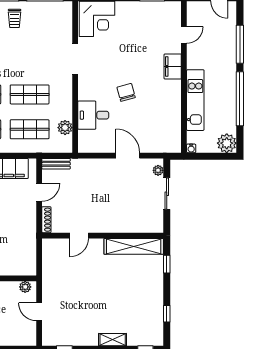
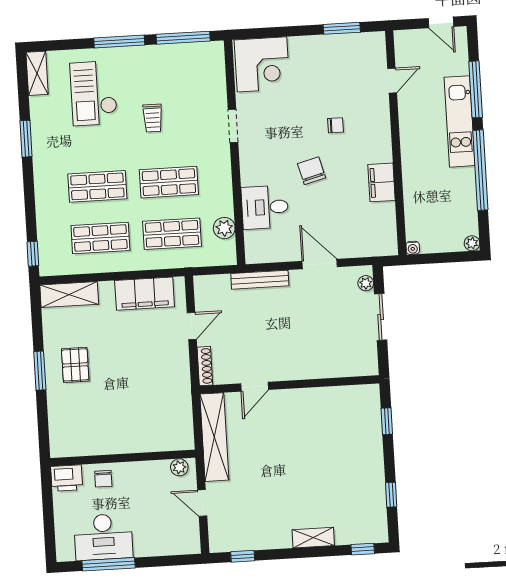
trolley: (15, 18) -> (153, 118), moved
doorway: (75, 59) -> (233, 126), width x0.73
chair: (144, 63) -> (336, 125), added
filing cabinet: (173, 66) -> (381, 182), moved
kitchen unit: (195, 100) -> (460, 121), moved, turned 180
plant: (227, 143) -> (472, 243), width x0.53, depth x0.53
bench: (56, 164) -> (260, 280), moved, width x1.36
shelving: (134, 246) -> (214, 437), moved, turned 90

